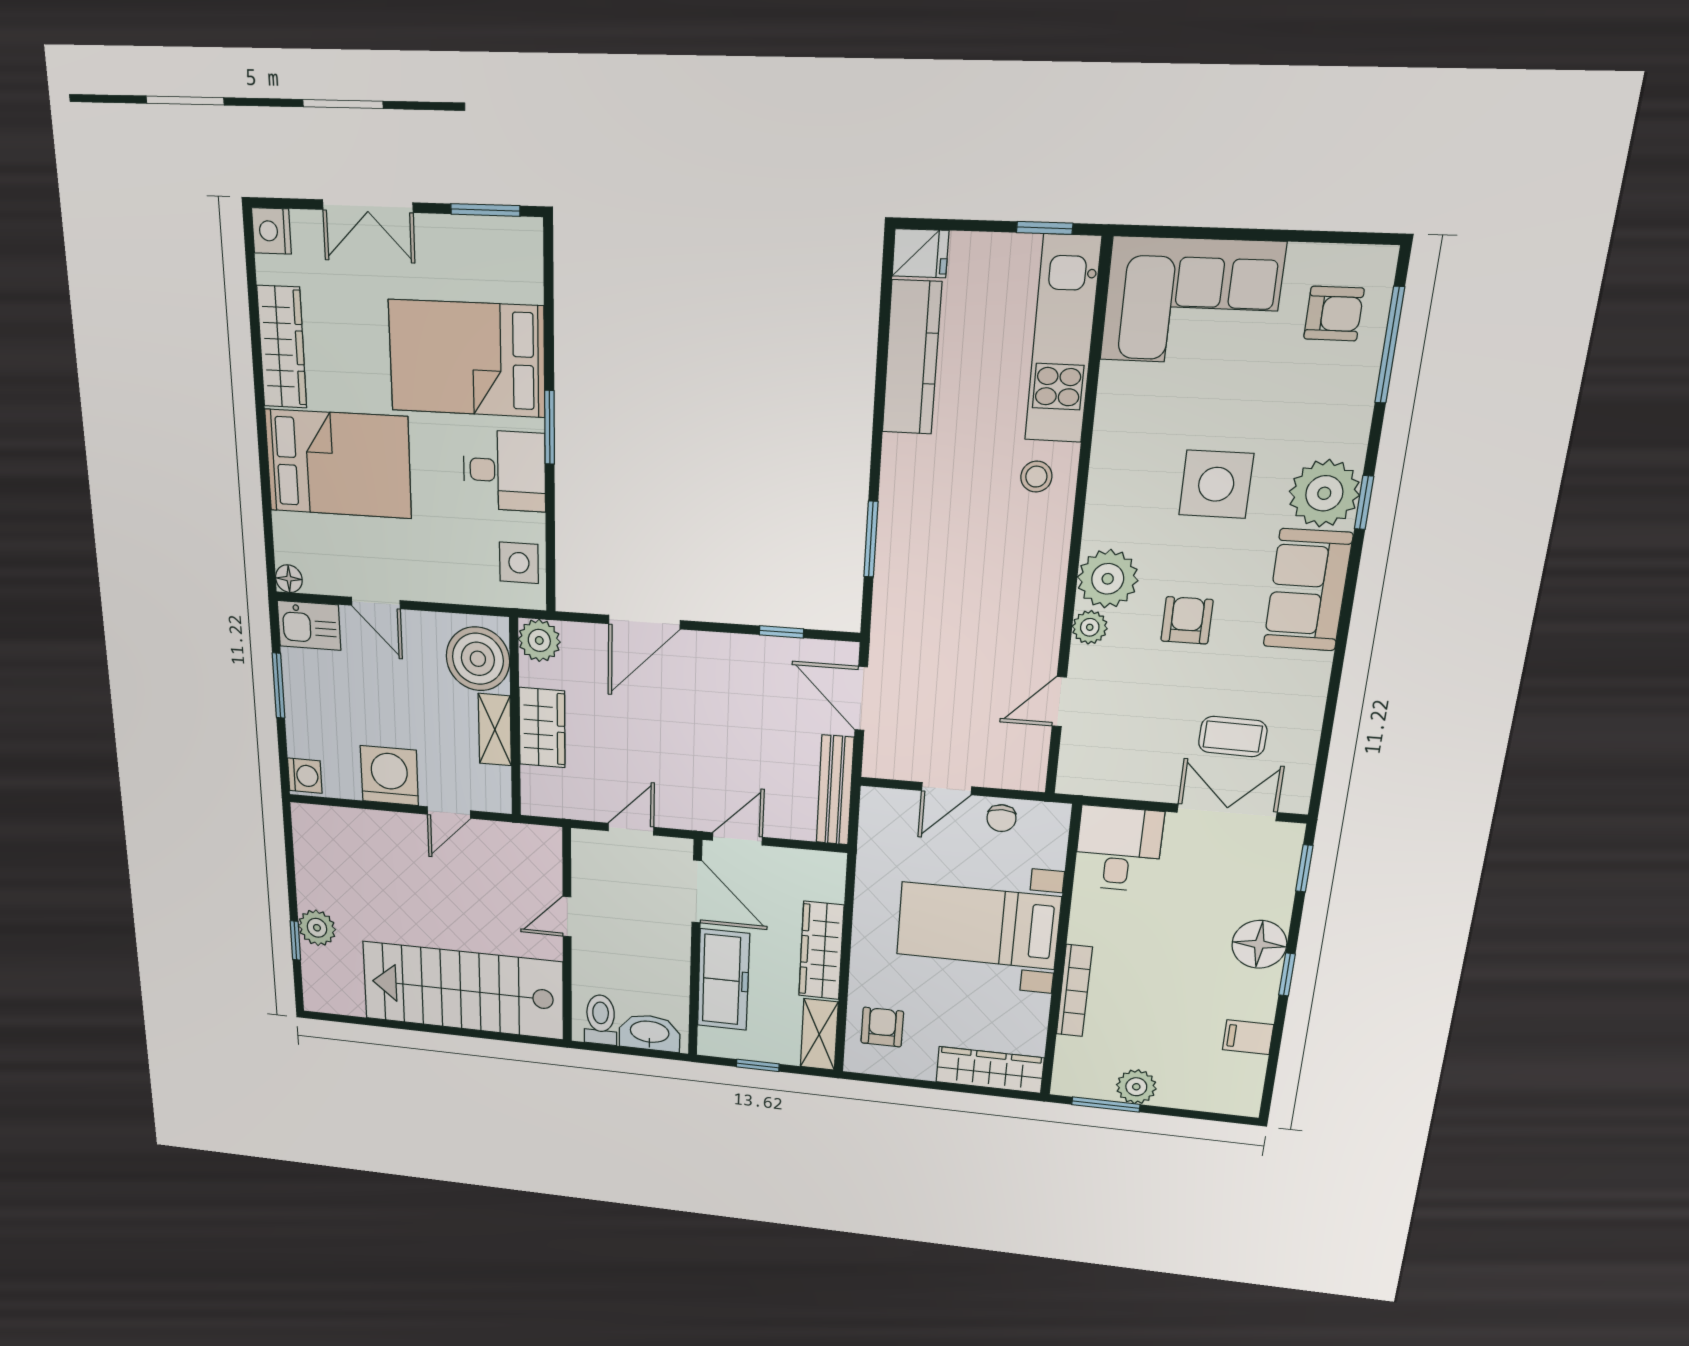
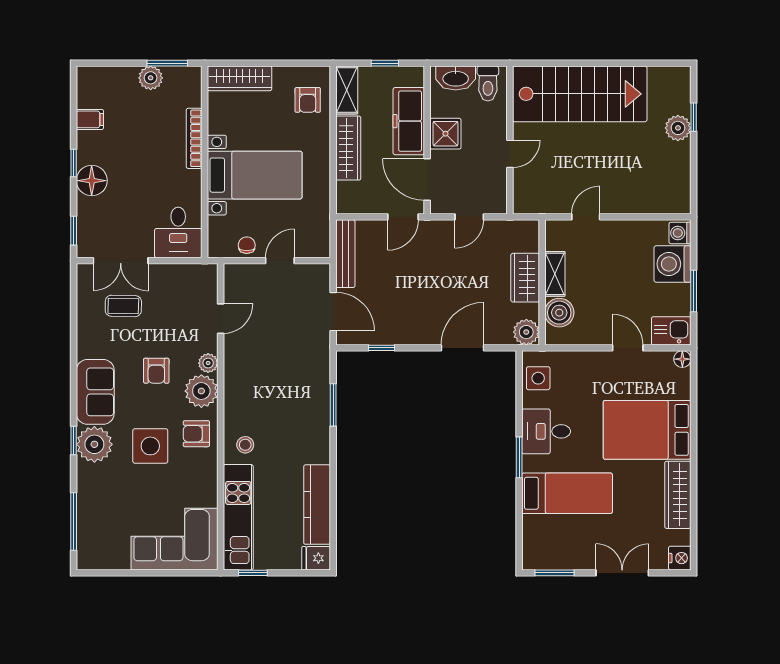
armchair: (1334, 314) -> (196, 434), moved
bed: (467, 359) -> (567, 493), width x0.67
boiler: (478, 659) -> (559, 313), width x0.73, depth x0.73
washing machine: (389, 776) -> (672, 264), moved, turned 90
shower: (666, 956) -> (445, 134), added

